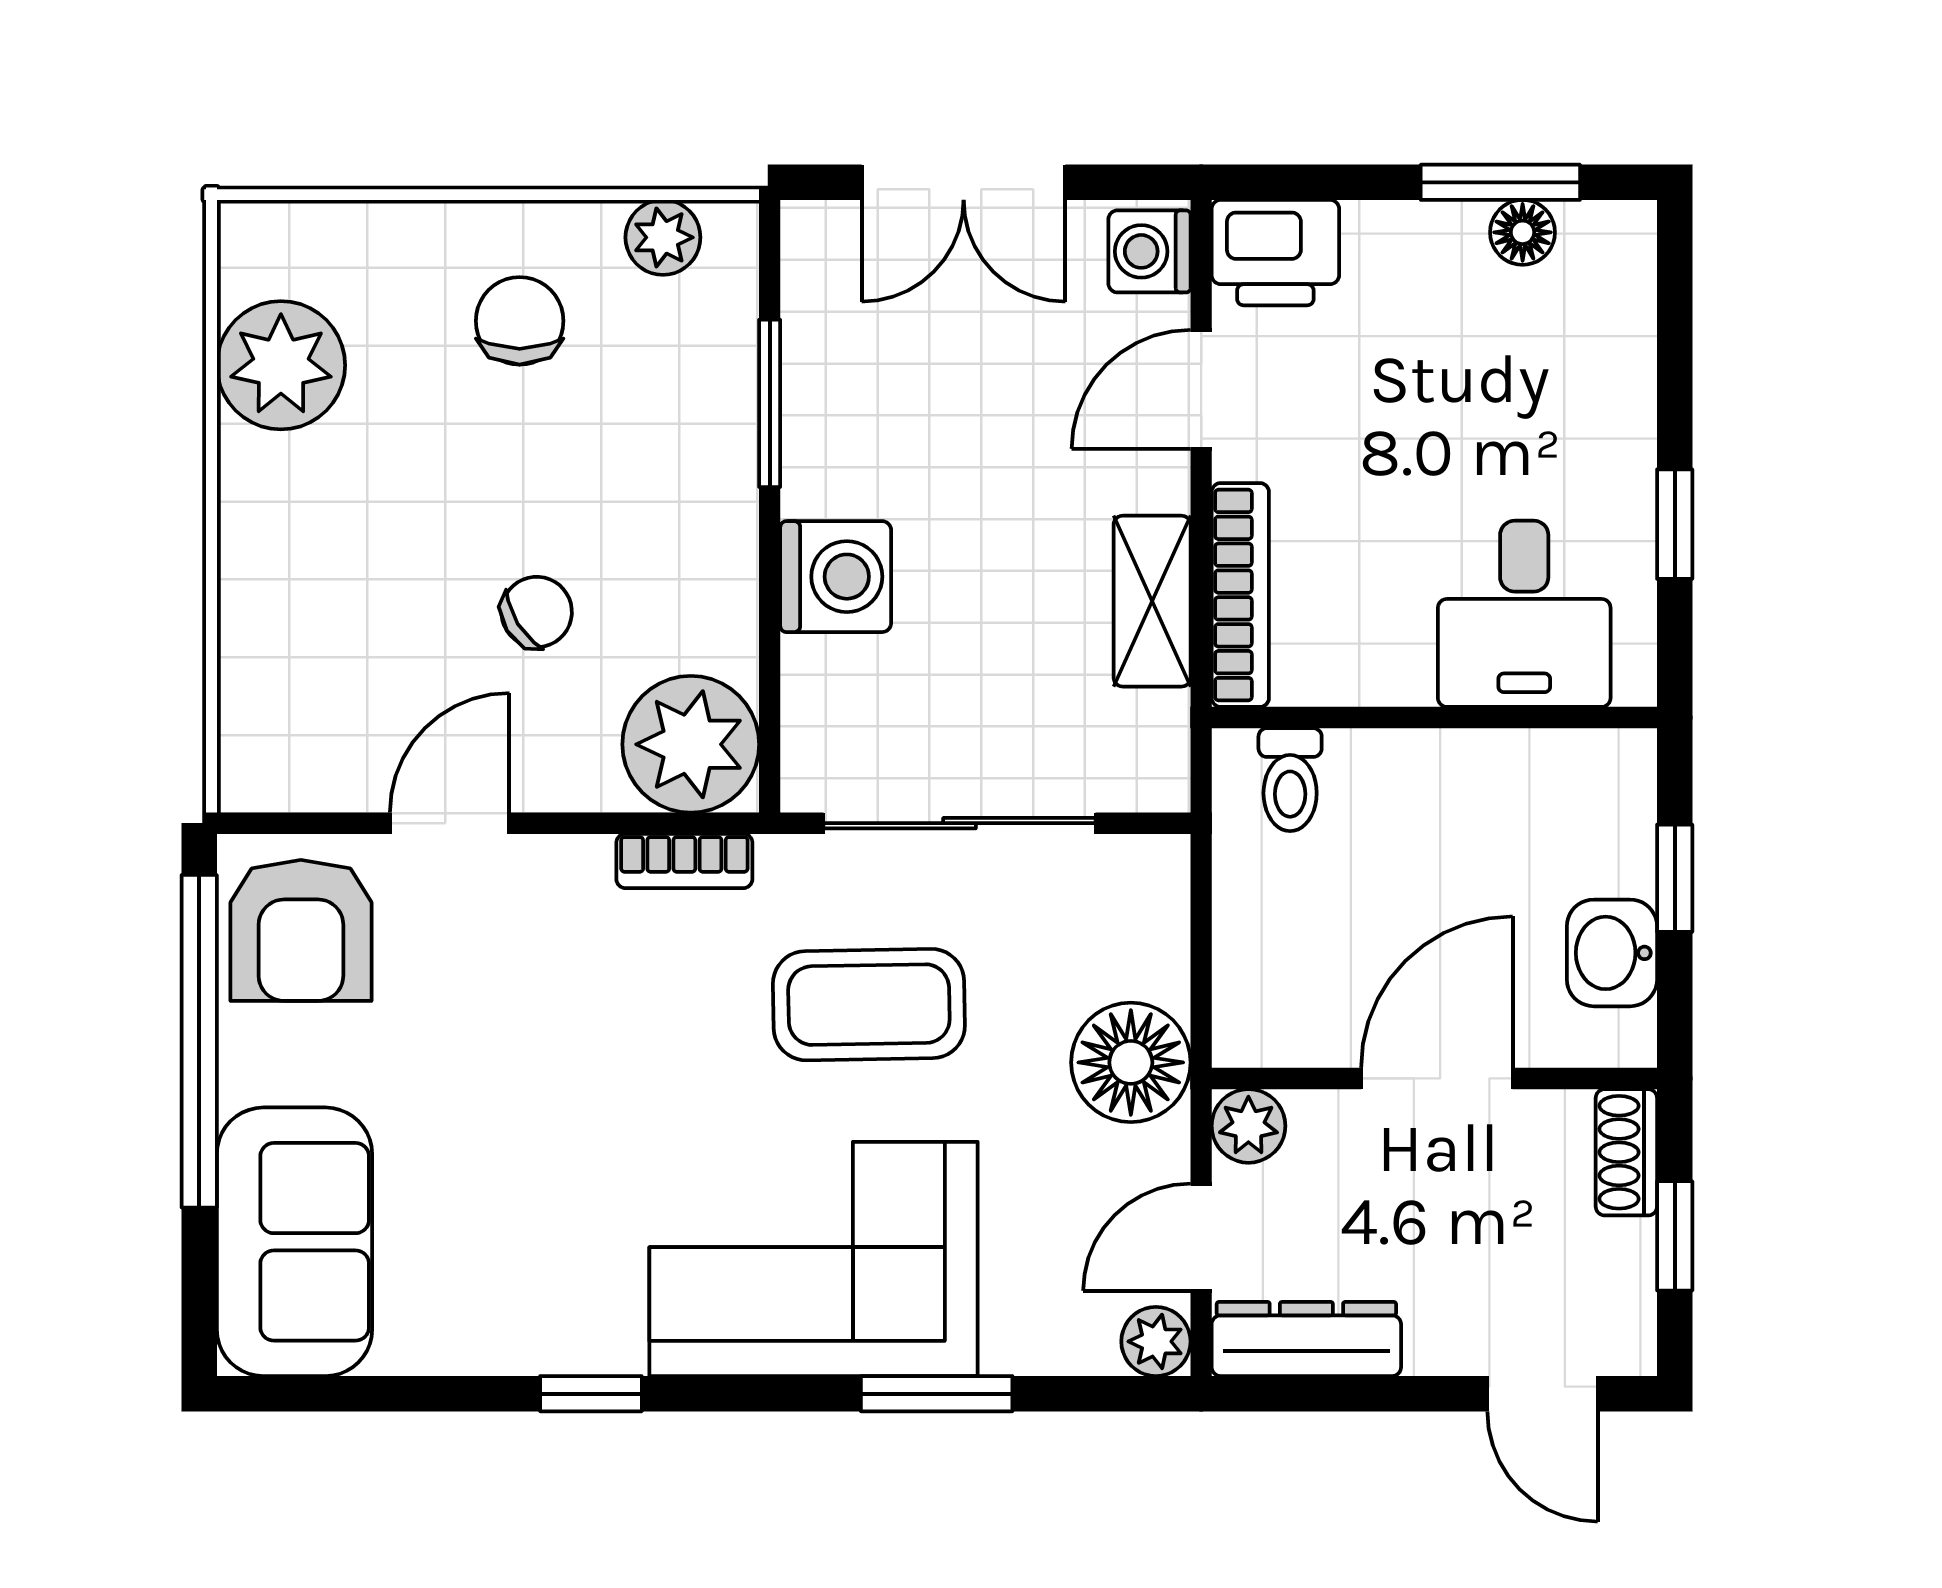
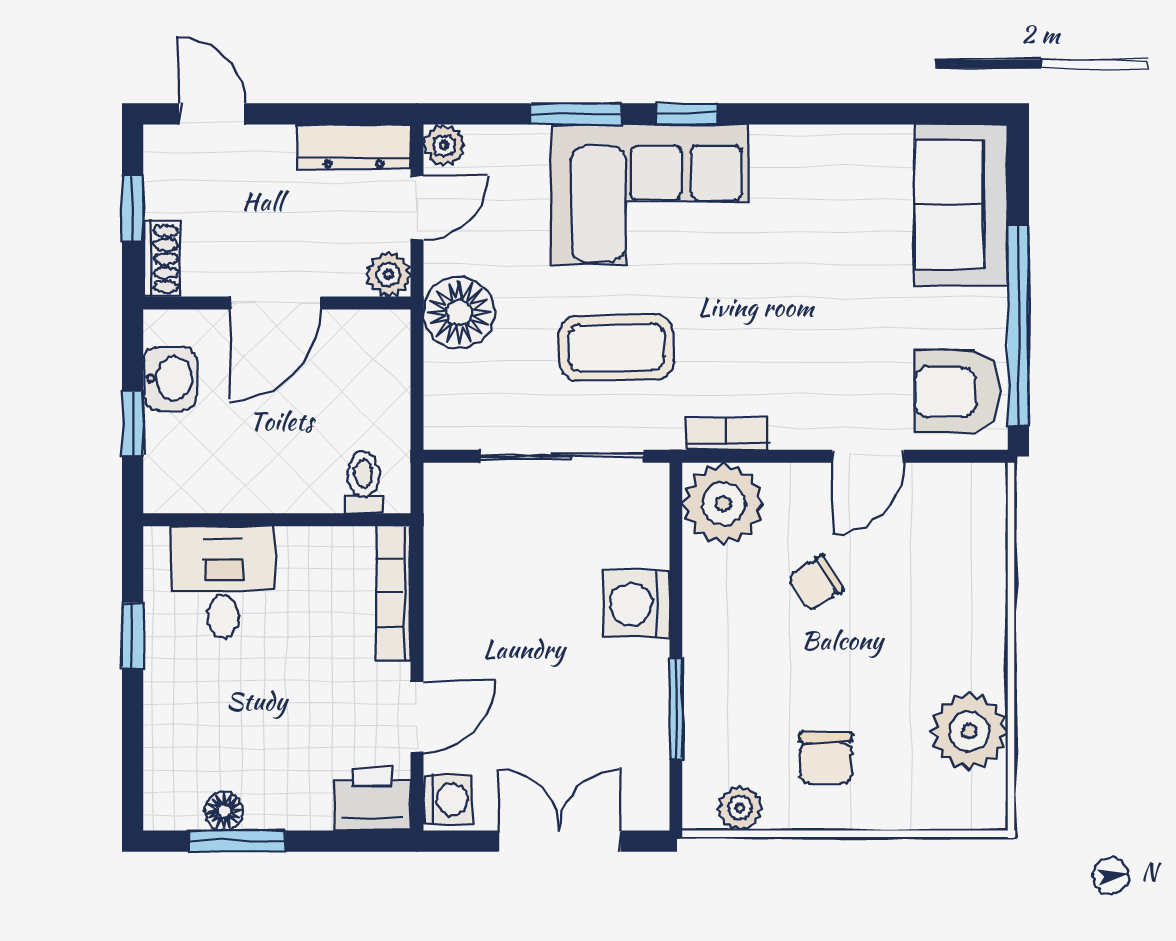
shelving: (1152, 601) -> (446, 590), removed
armchair: (301, 930) -> (957, 392), turned -90
window: (591, 1394) -> (687, 114), moved

